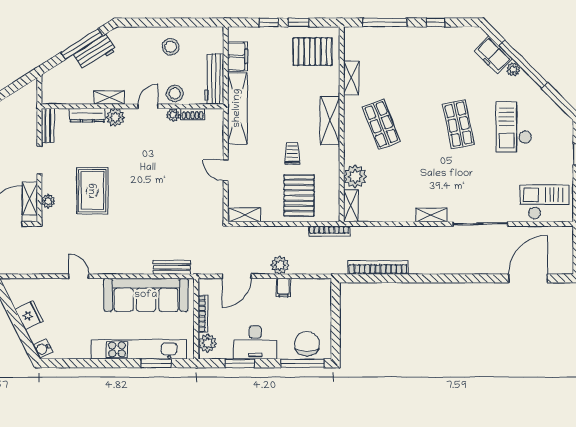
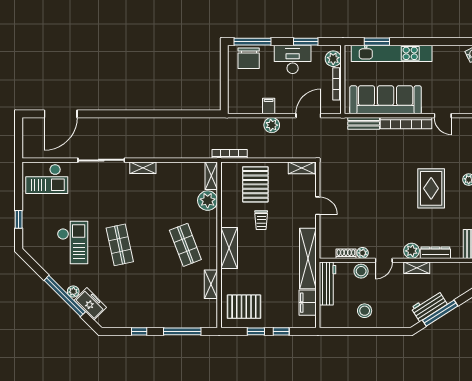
bookcase: (378, 267) -> (406, 123), moved

